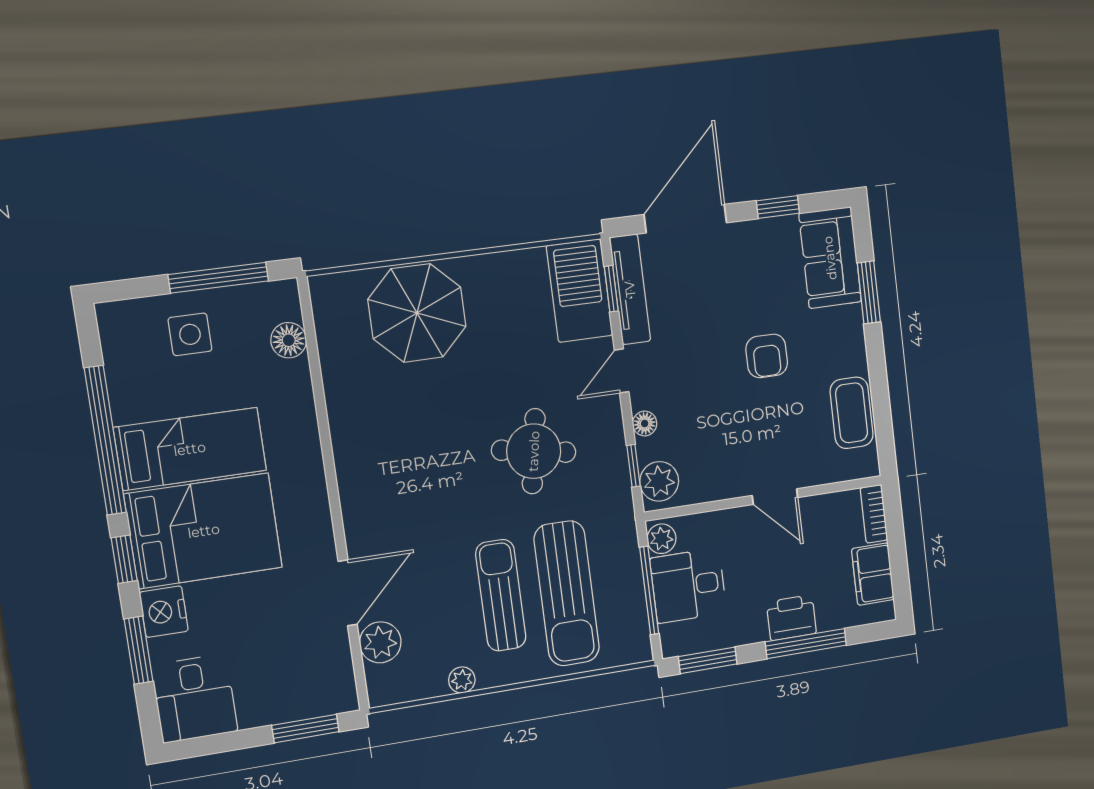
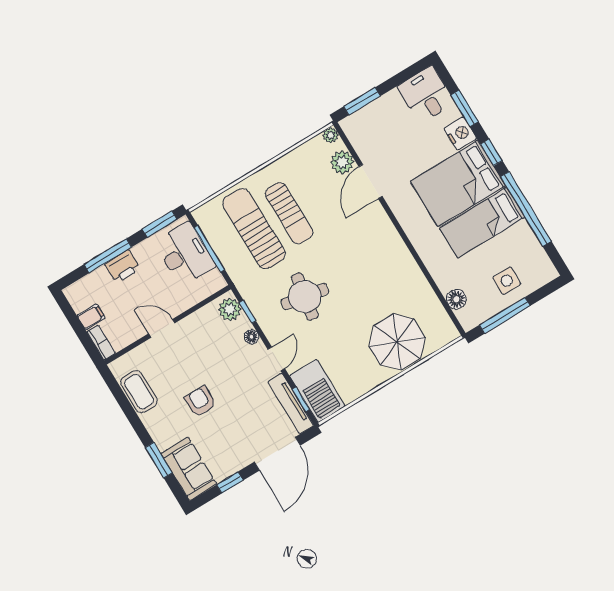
plant: (662, 539) -> (215, 279), removed
filing cabinet: (873, 574) -> (91, 317), width x0.50
desk: (688, 586) -> (185, 254), width x1.37
plant: (462, 680) -> (331, 135), moved

